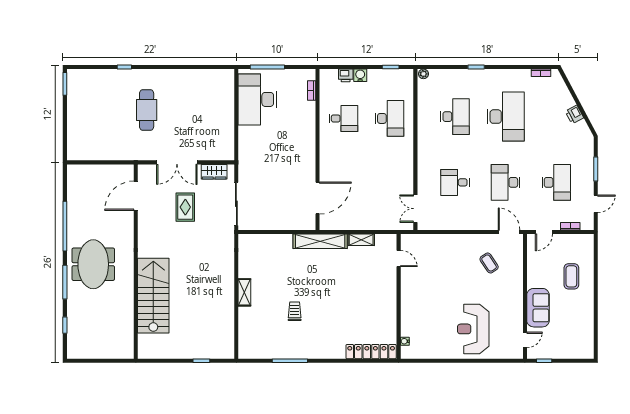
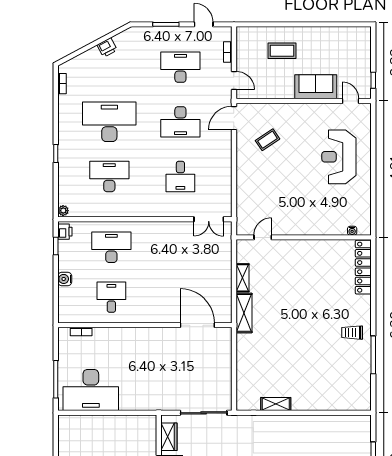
printer: (346, 75) -> (65, 232), moved
shelving: (320, 241) -> (244, 313), width x0.68
shelving: (244, 292) -> (276, 404), moved
trolley: (295, 311) -> (352, 333), moved
reception desk: (473, 329) -> (339, 157), turned 90

